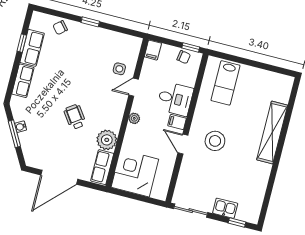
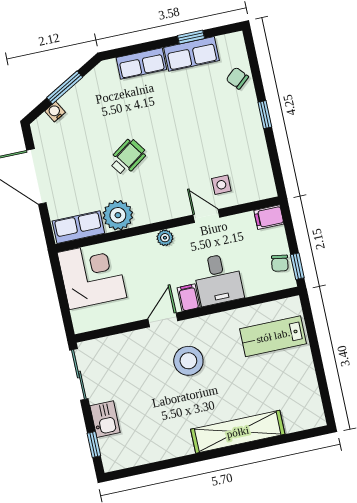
water cooler: (21, 127) -> (55, 112), moved

